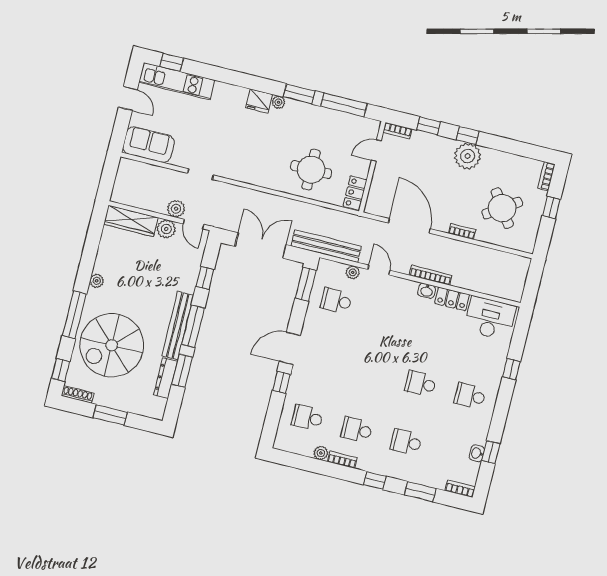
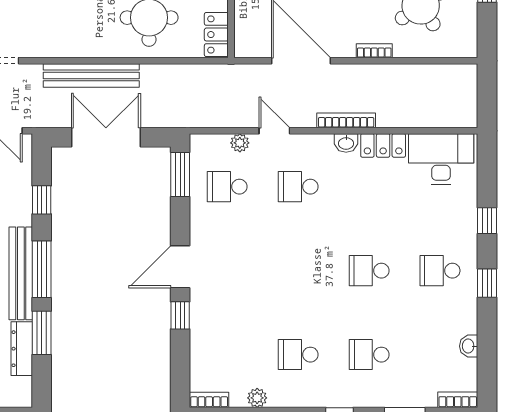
bench: (326, 246) -> (91, 75), moved
school desk: (307, 418) -> (298, 187), moved
window: (491, 452) -> (487, 283), moved
bookcase: (342, 460) -> (209, 400), moved

